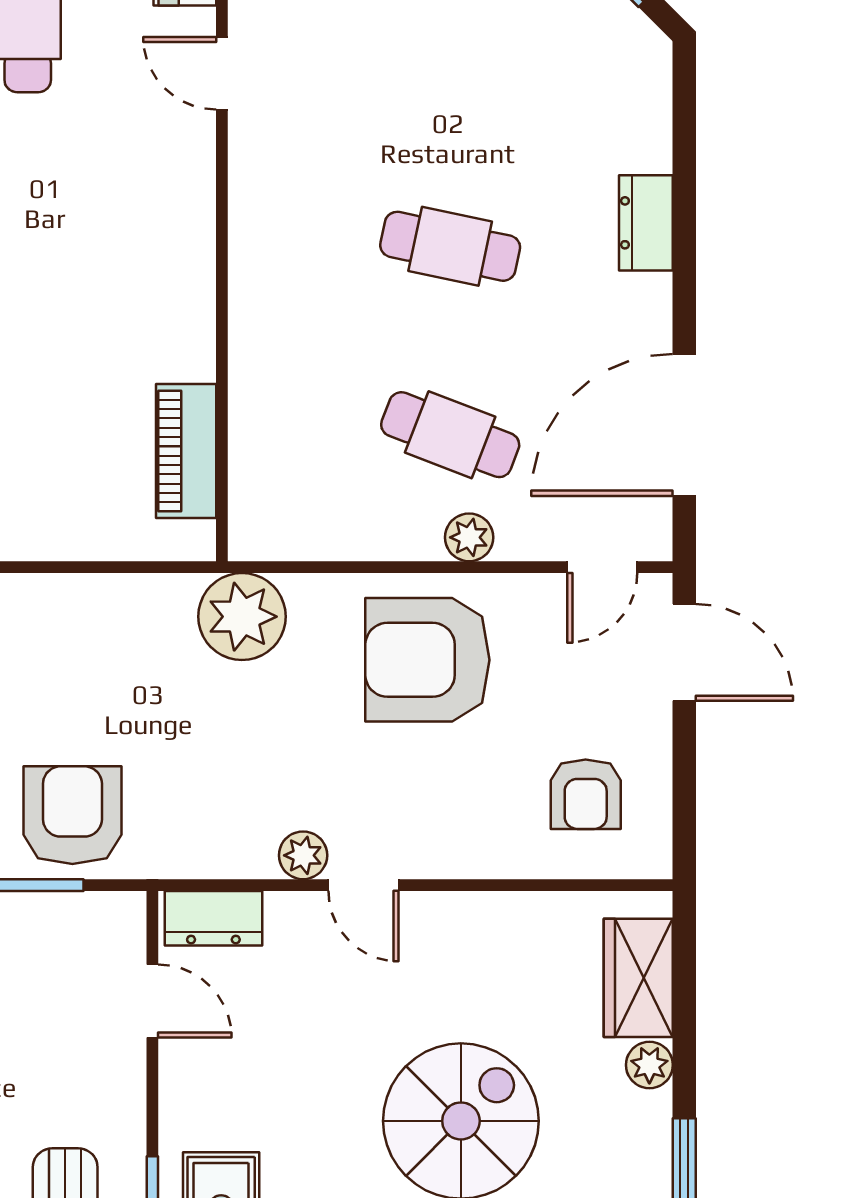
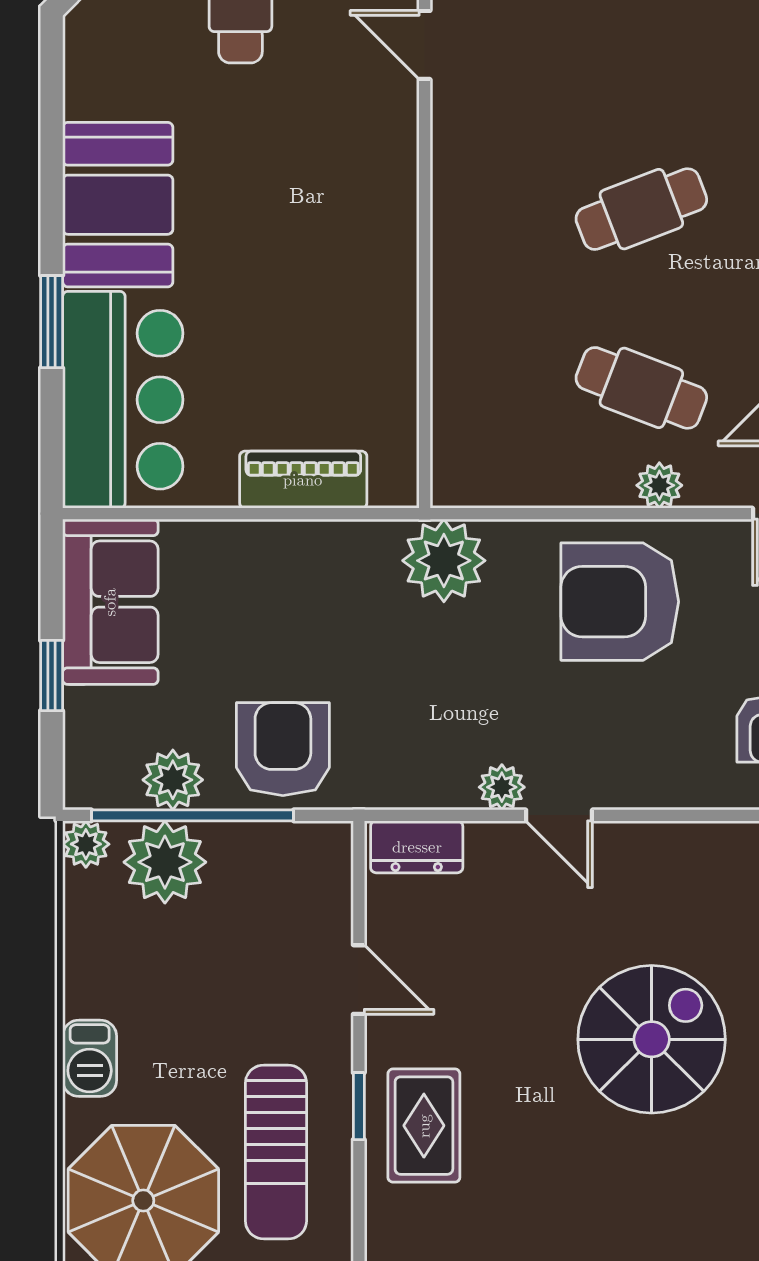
cafe table: (450, 246) -> (641, 209), turned -33
piano: (186, 451) -> (303, 480), moved, turned 90
door: (152, 1001) -> (359, 980), moved

